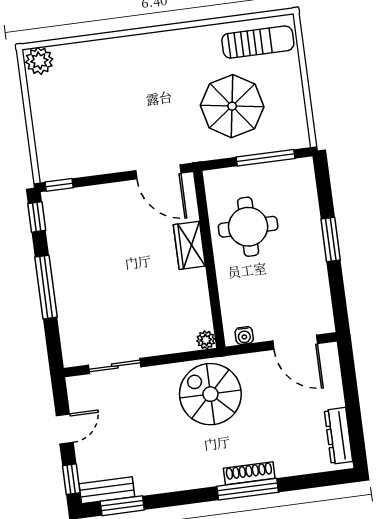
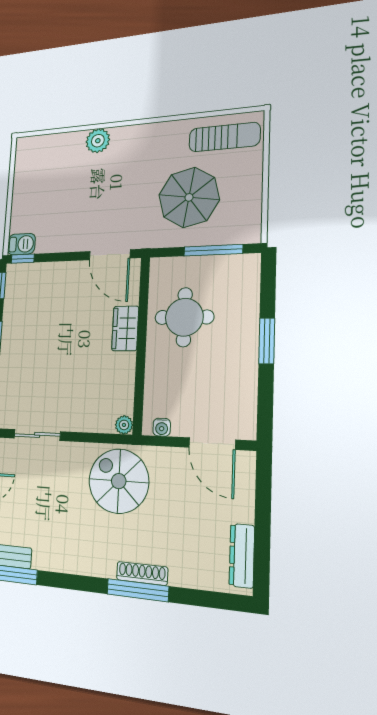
plant: (39, 61) -> (98, 141), moved
barbecue: (54, 169) -> (21, 244), added

